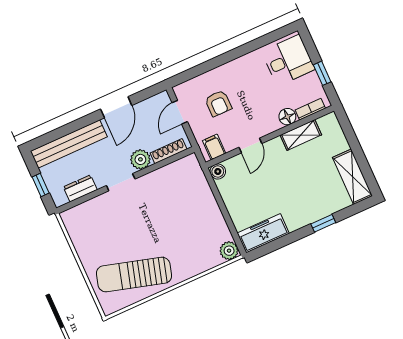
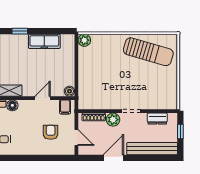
door: (180, 112) -> (76, 137), hinge flipped
freezer: (263, 233) -> (44, 41), moved

